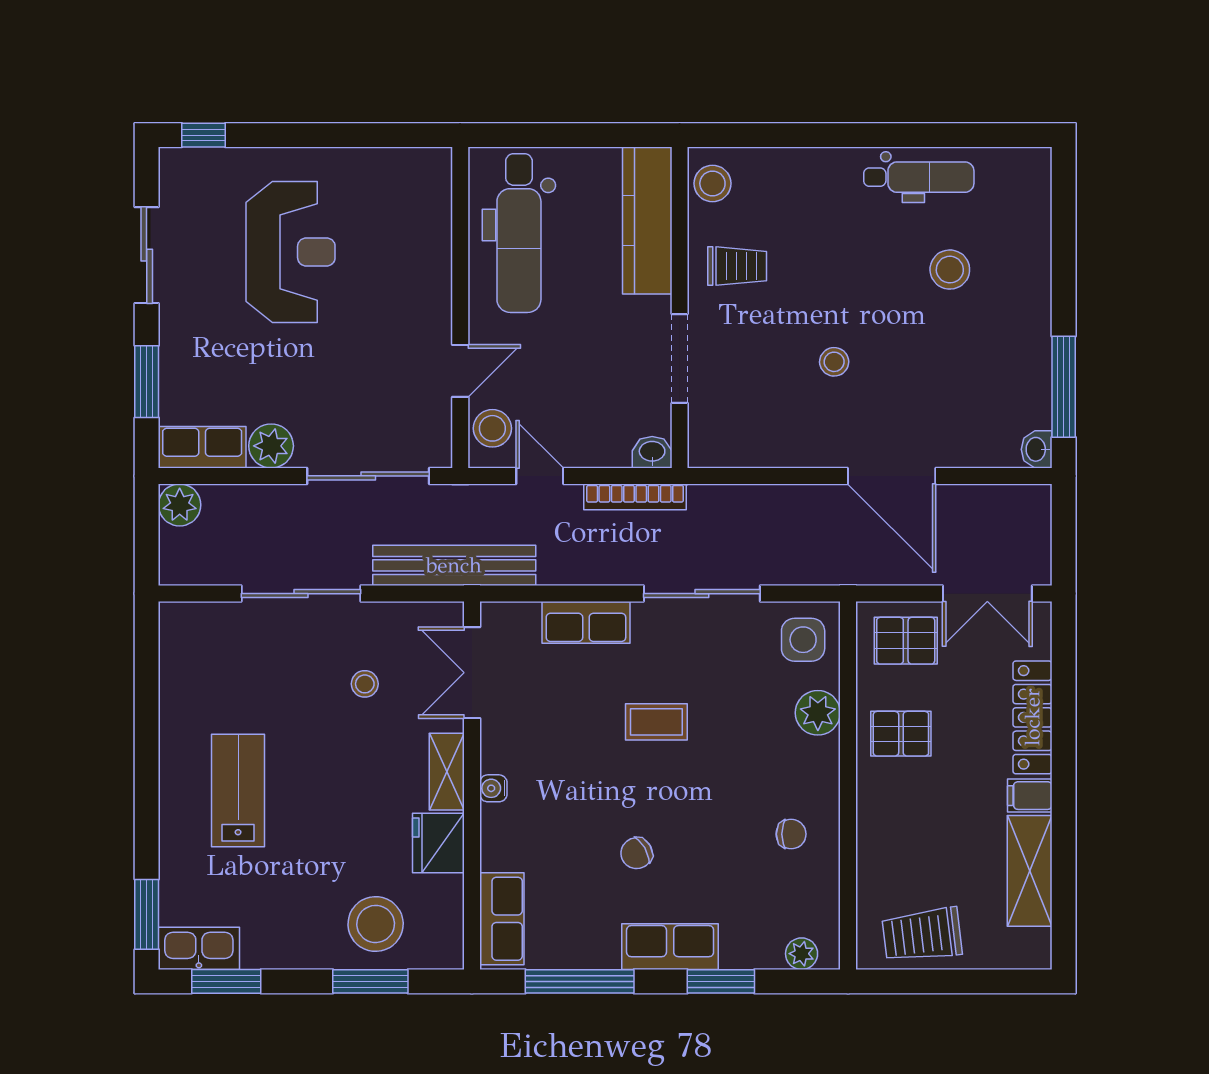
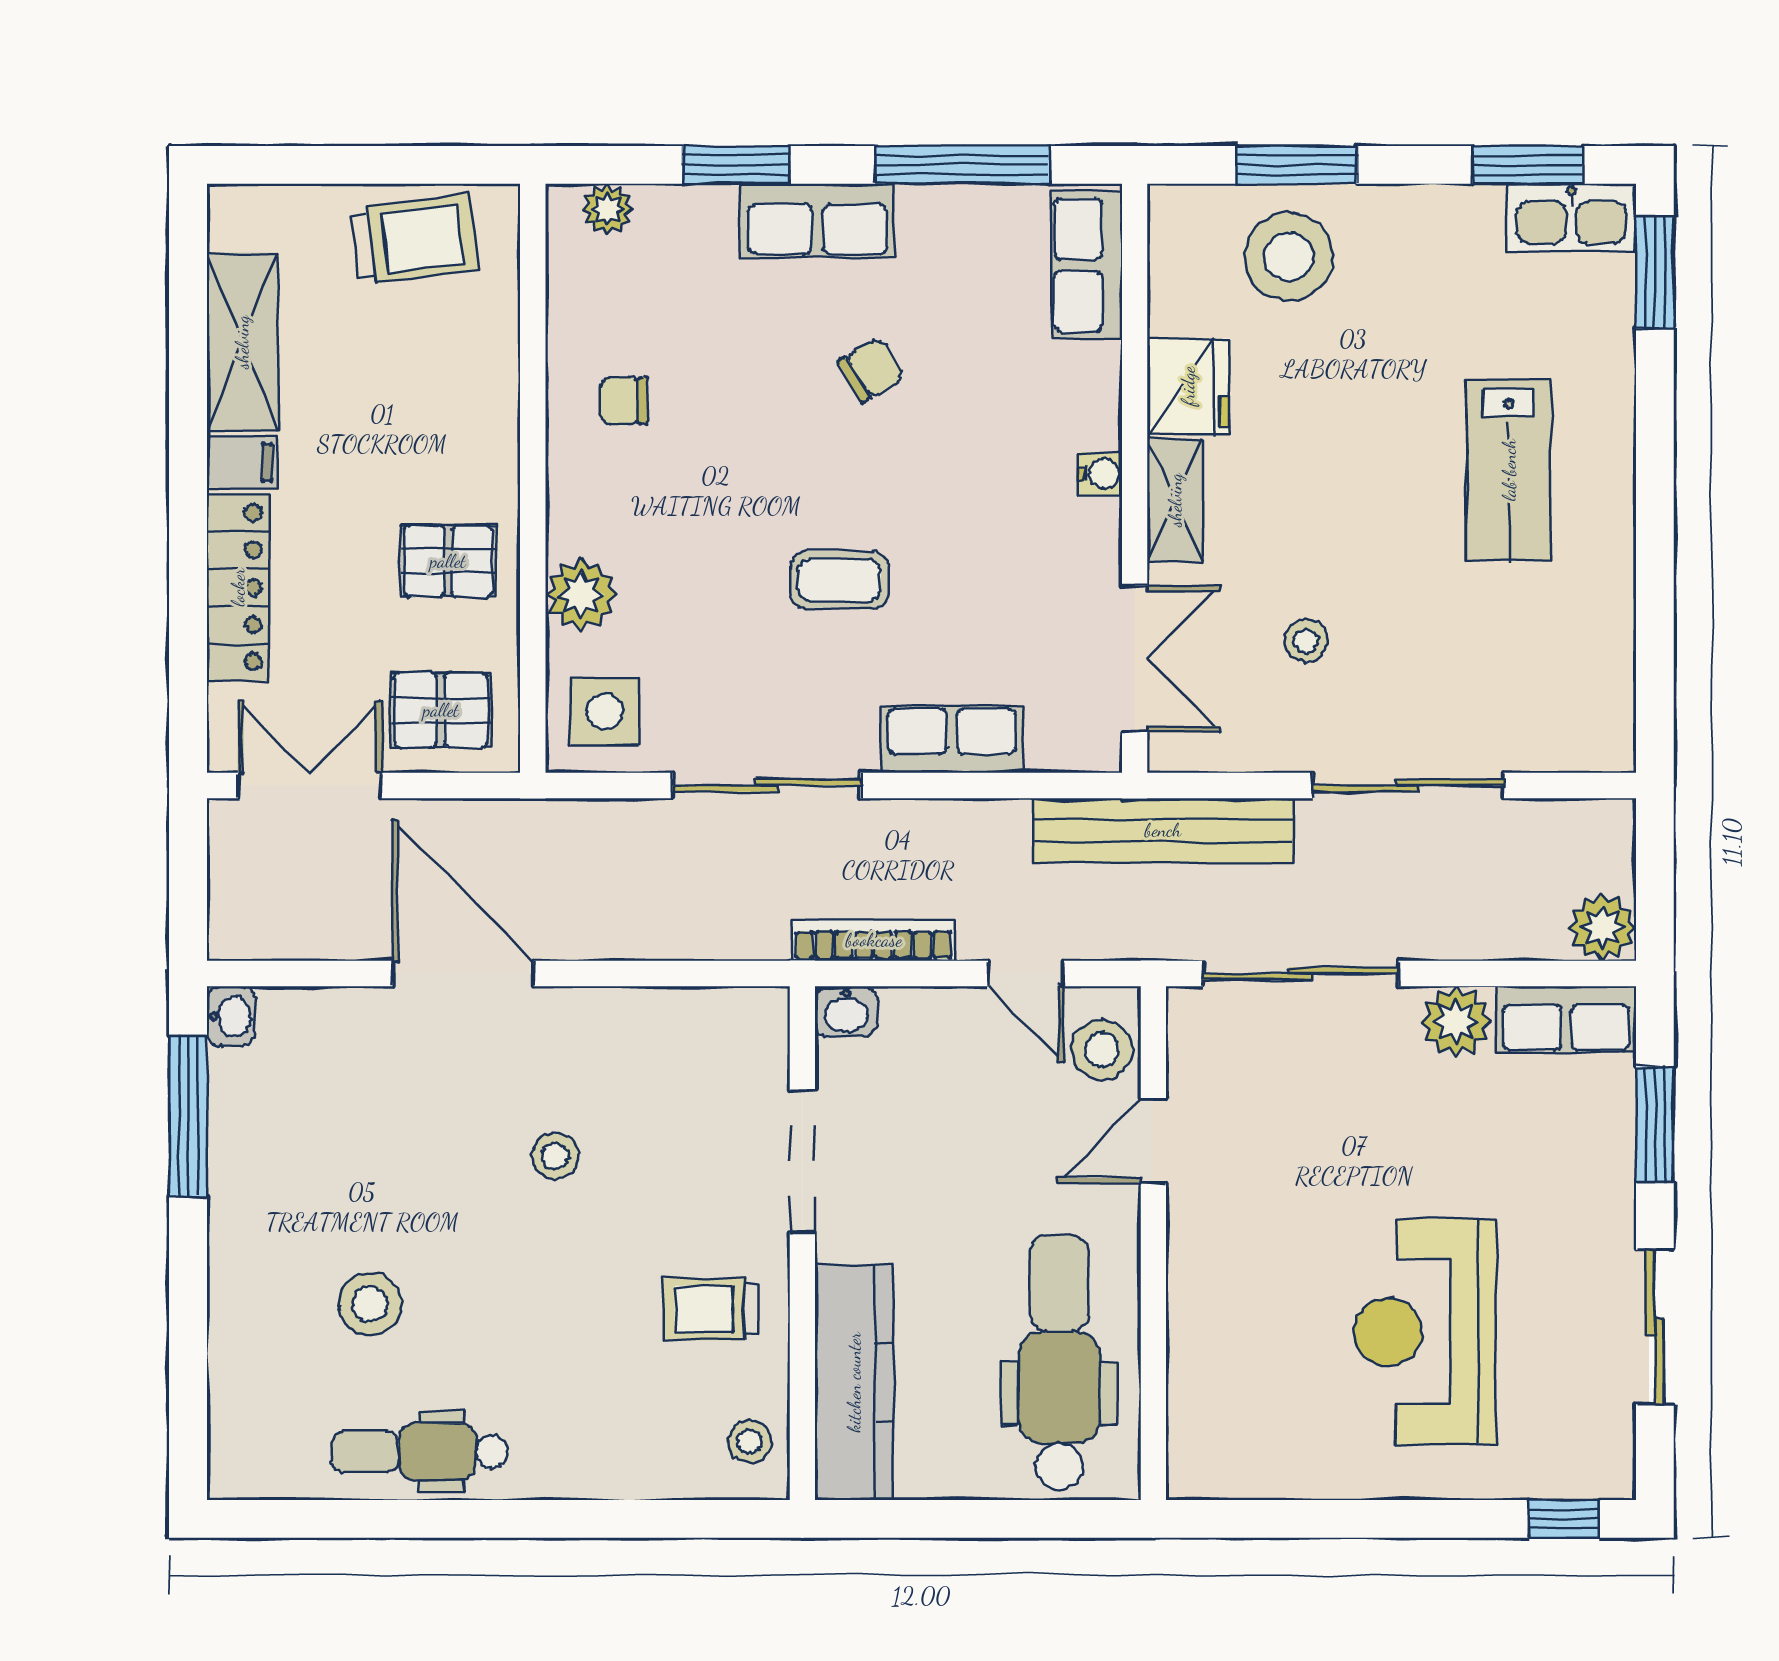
stool: (712, 183) -> (750, 1441), width x0.73, depth x0.73

